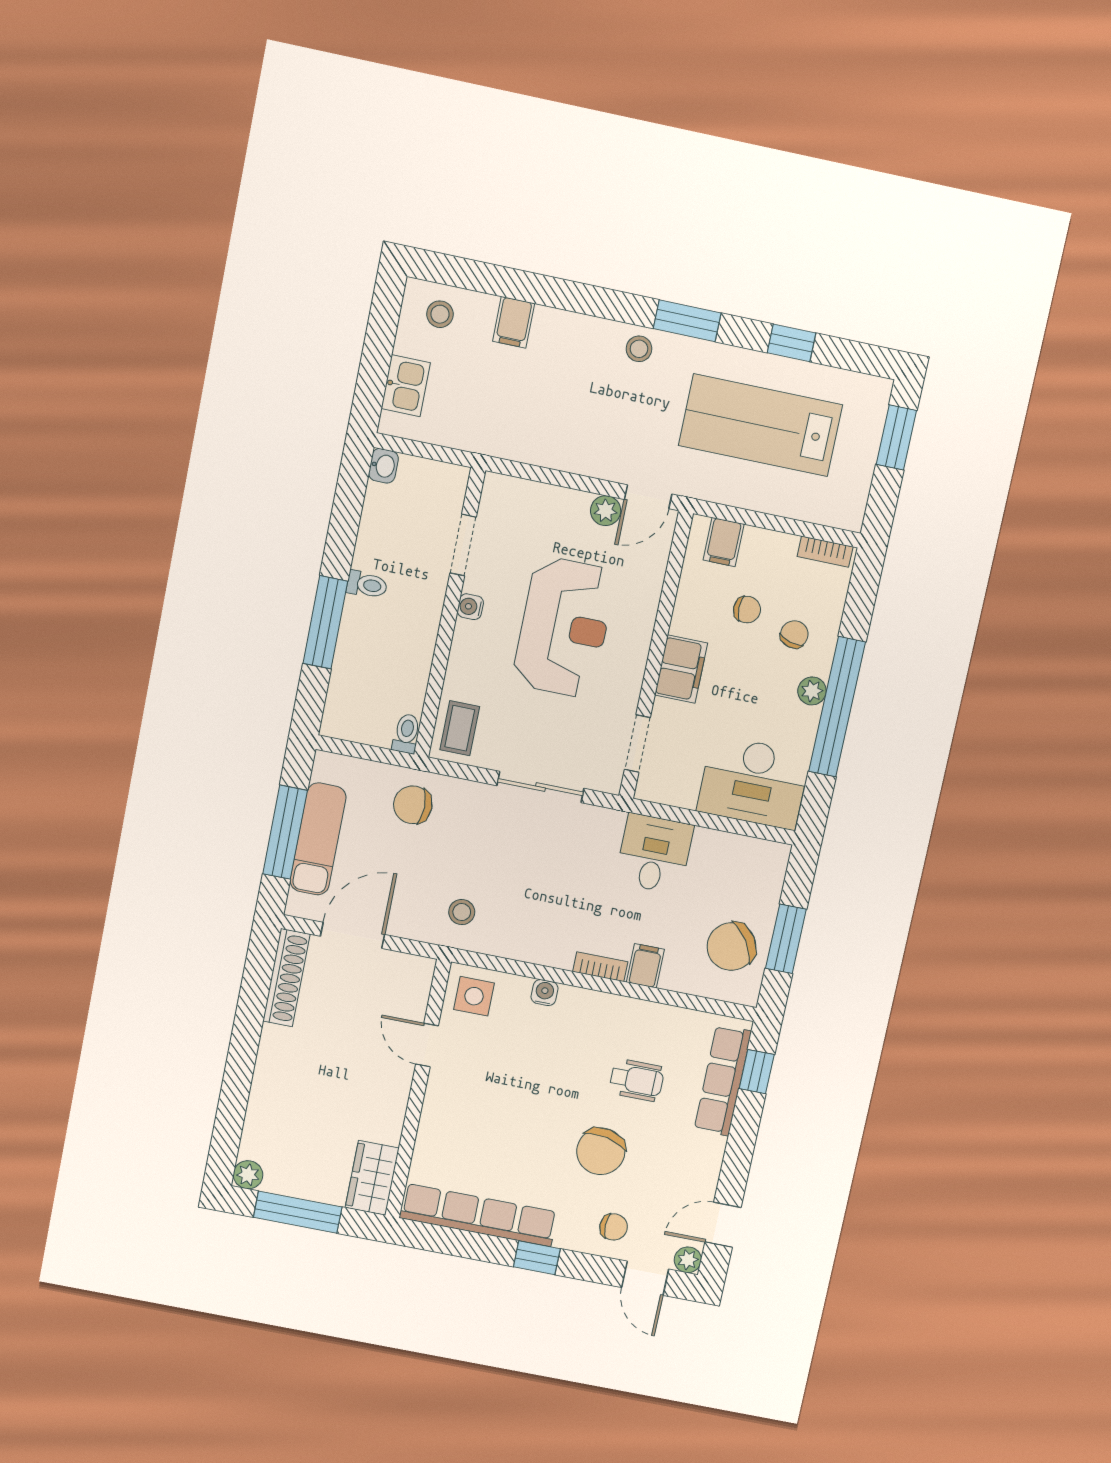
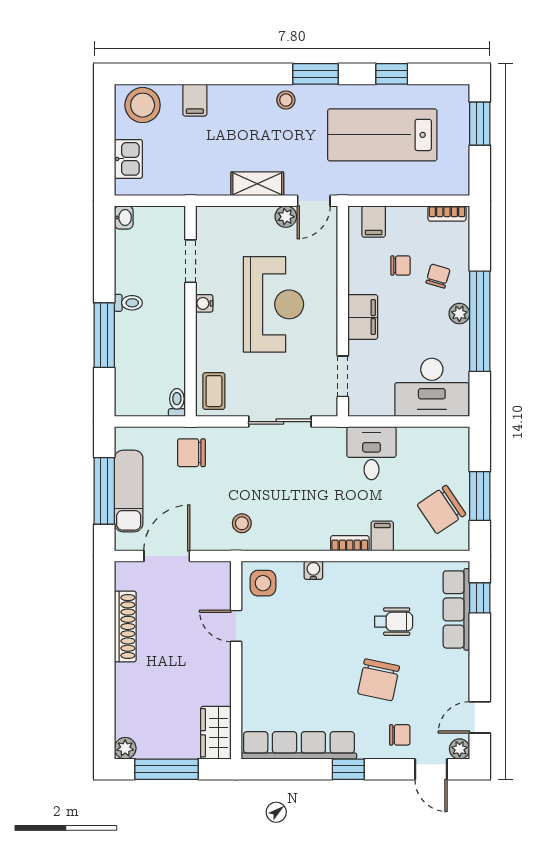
stool: (440, 314) -> (143, 105), width x1.89, depth x1.89
shelving: (576, 457) -> (257, 184), added
shoe rack: (286, 978) -> (125, 627), moved

